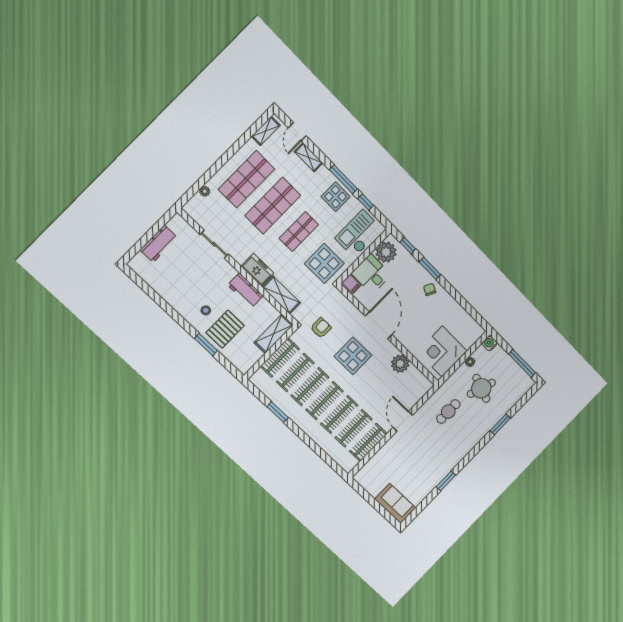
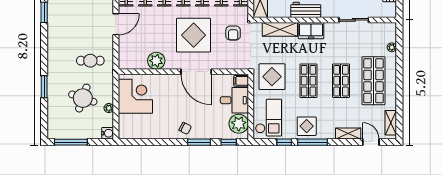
shop shelf: (273, 206) -> (341, 81), width x0.70, depth x0.74
display table: (353, 356) -> (194, 35), width x1.36, depth x1.36
cafe table: (448, 412) -> (90, 61), turned 90
door: (403, 421) -> (116, 24), hinge flipped

